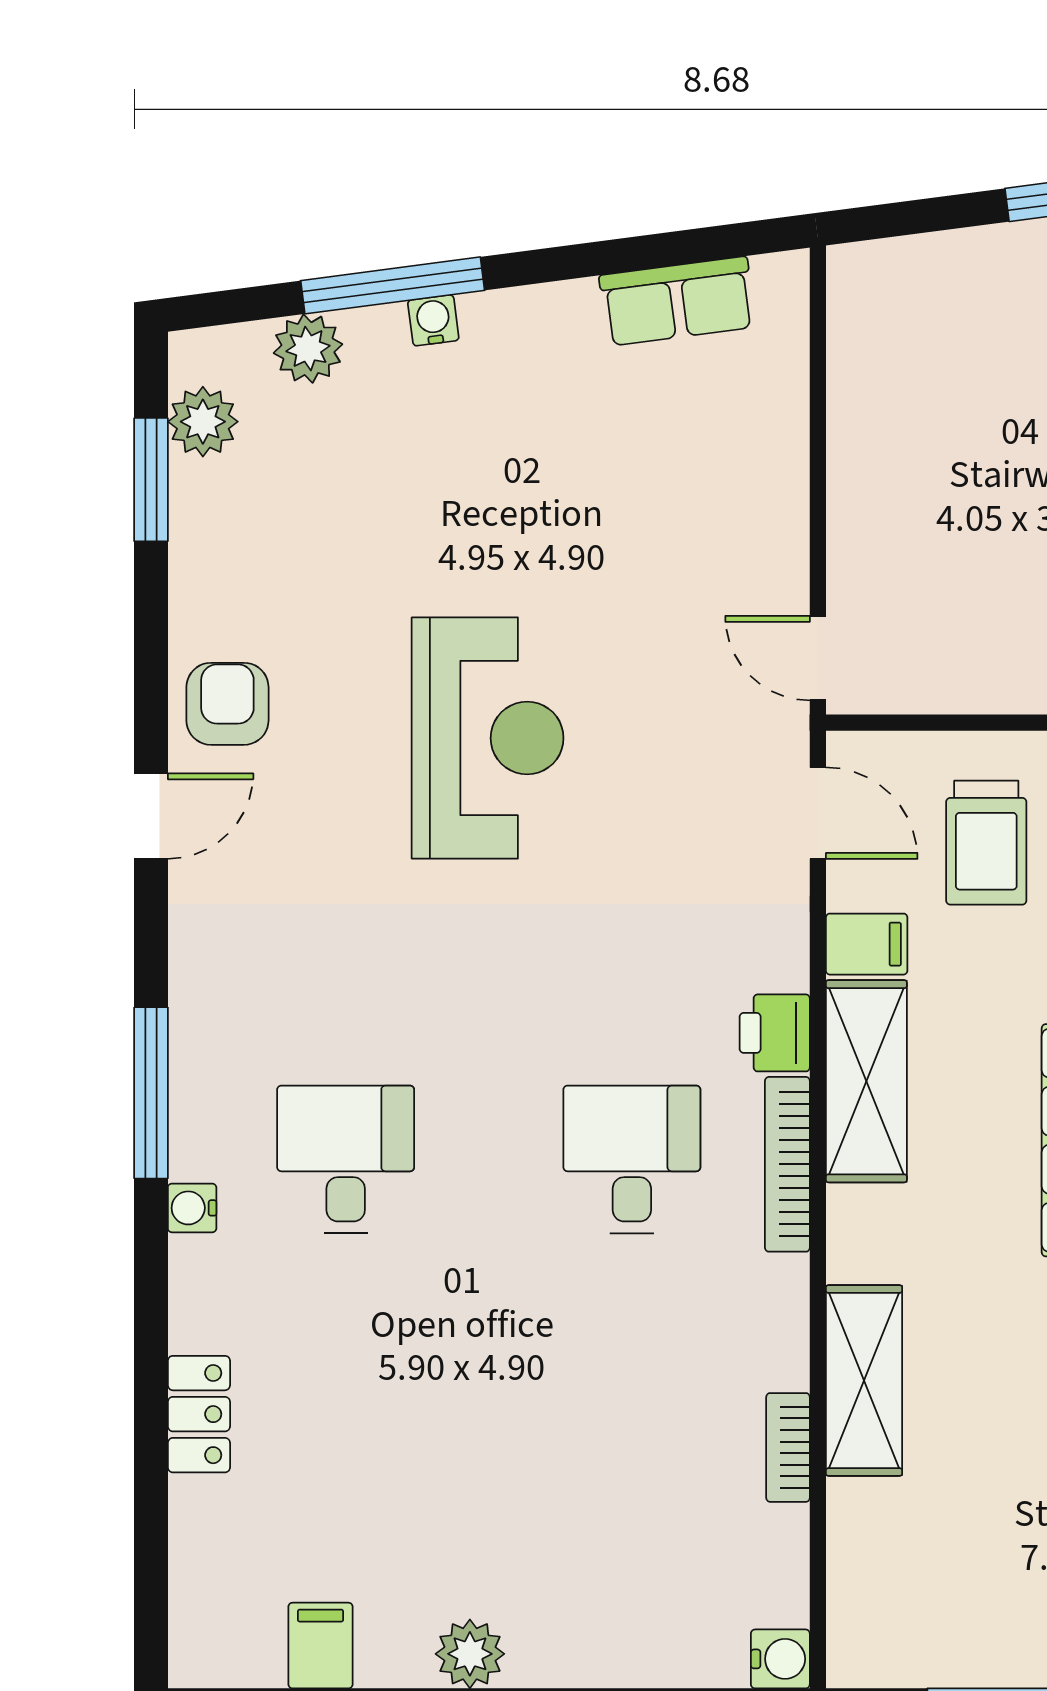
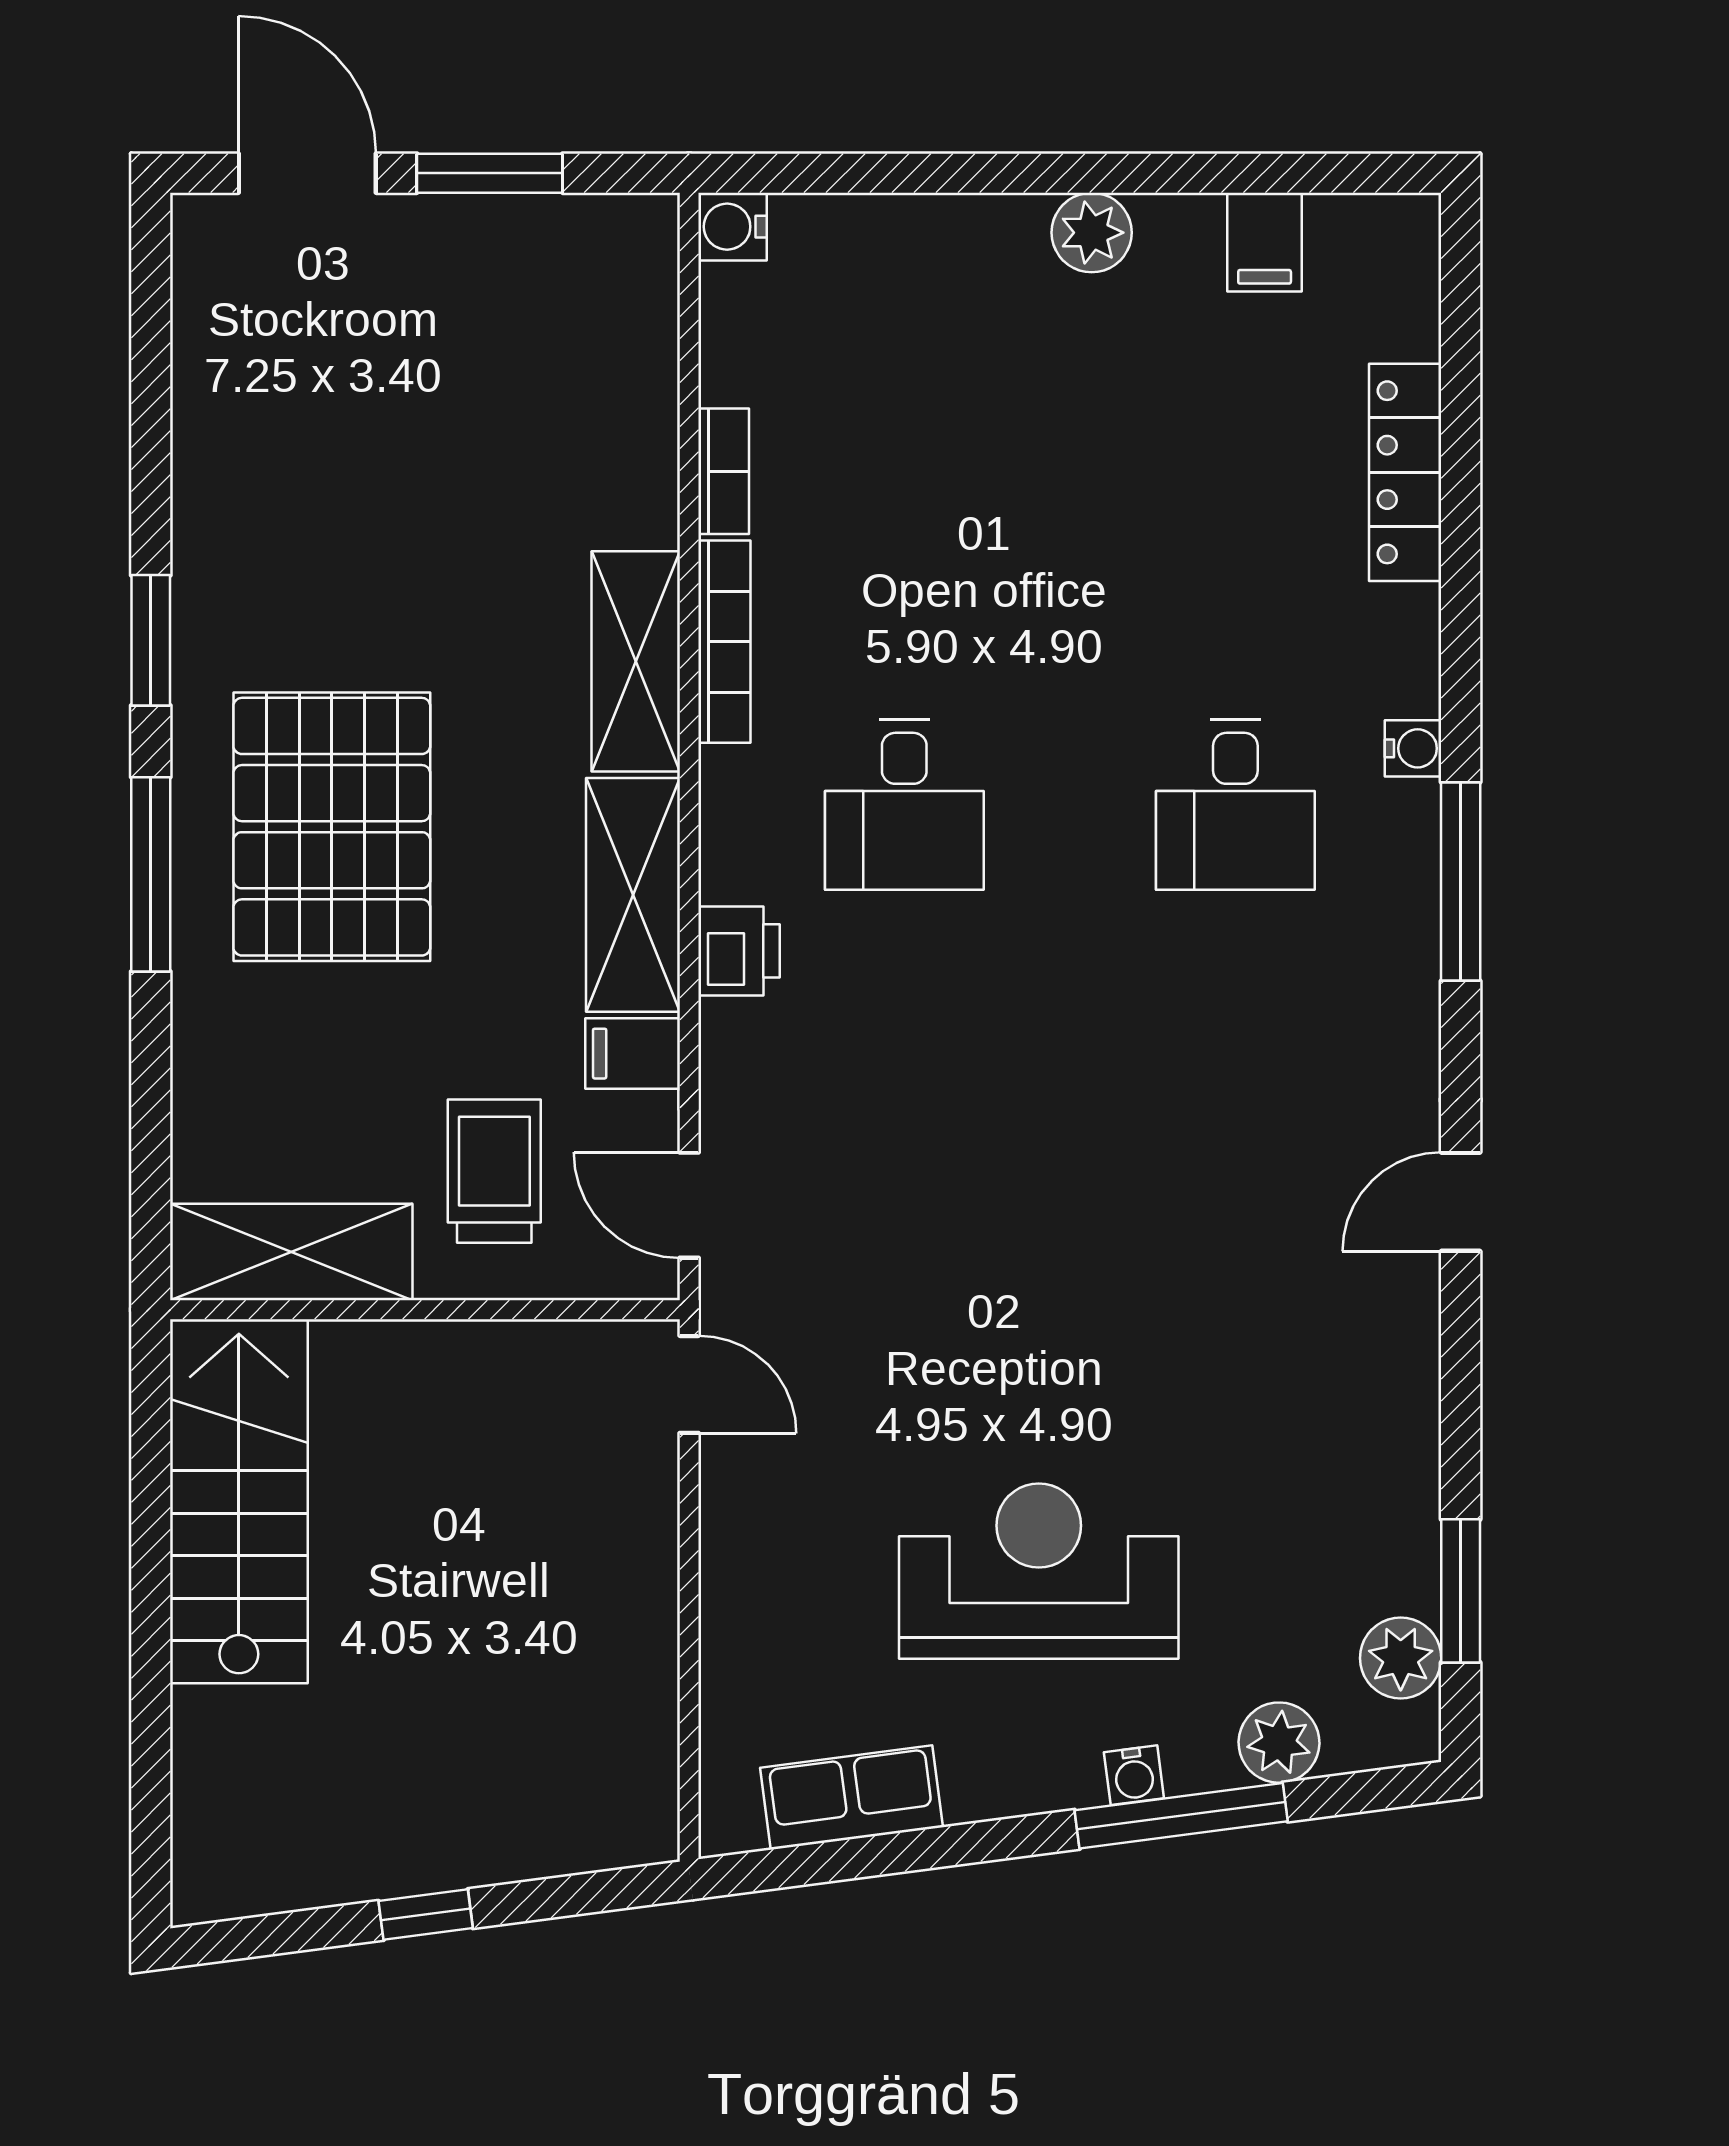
armchair: (227, 704) -> (1372, 1332), removed
reception desk: (488, 738) -> (1039, 1571), moved, turned 90
bookcase: (787, 1164) -> (724, 642), moved
shelving: (864, 1380) -> (636, 661), moved
locker: (199, 1414) -> (1405, 472), width x1.53

